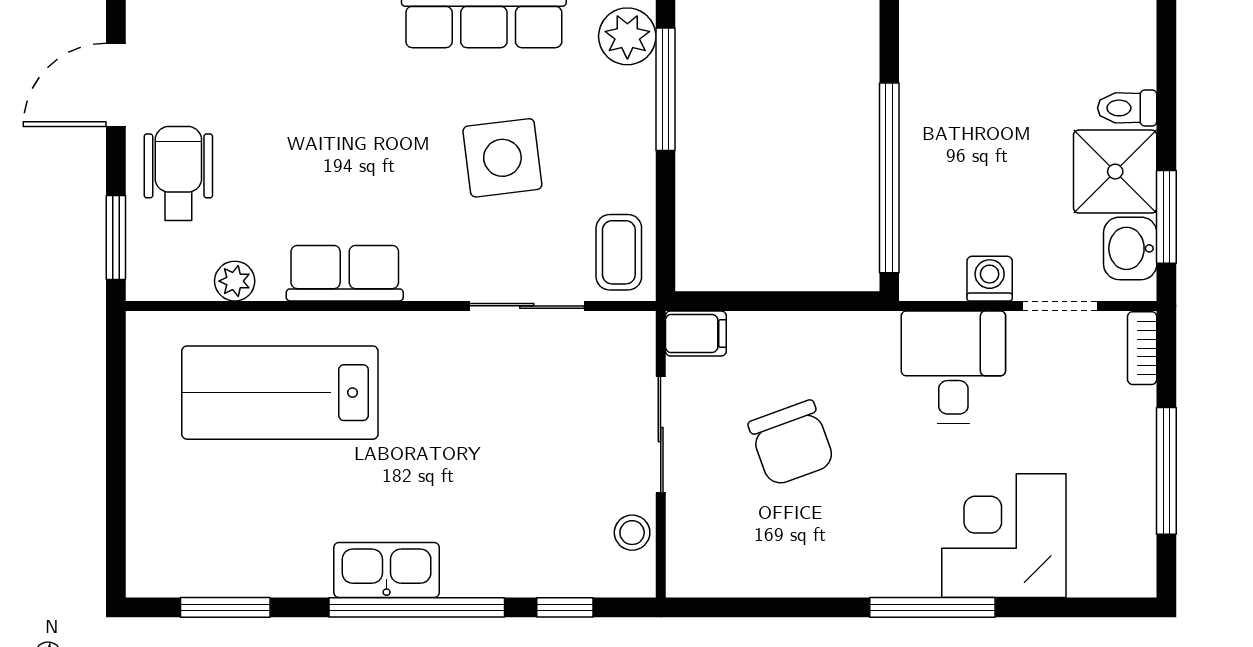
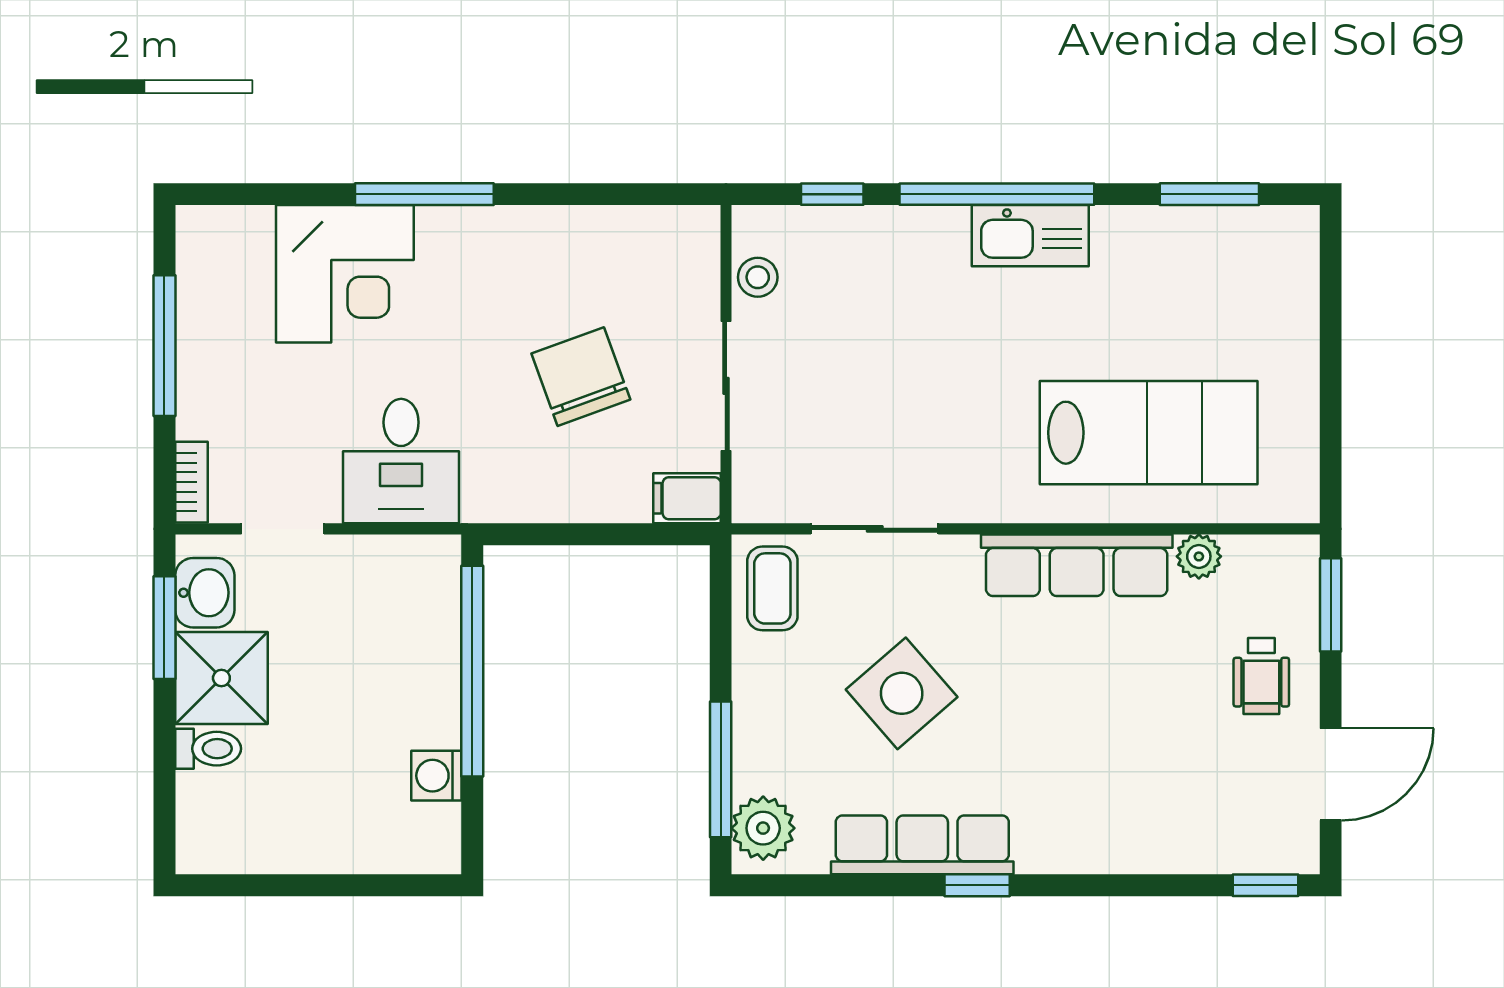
side table: (502, 158) -> (902, 693), turned -34
wheelchair: (178, 173) -> (1261, 676), width x0.73, depth x0.73
row of seats: (345, 273) -> (1077, 565), width x1.48
washing machine: (990, 279) -> (436, 776), moved, turned 90

